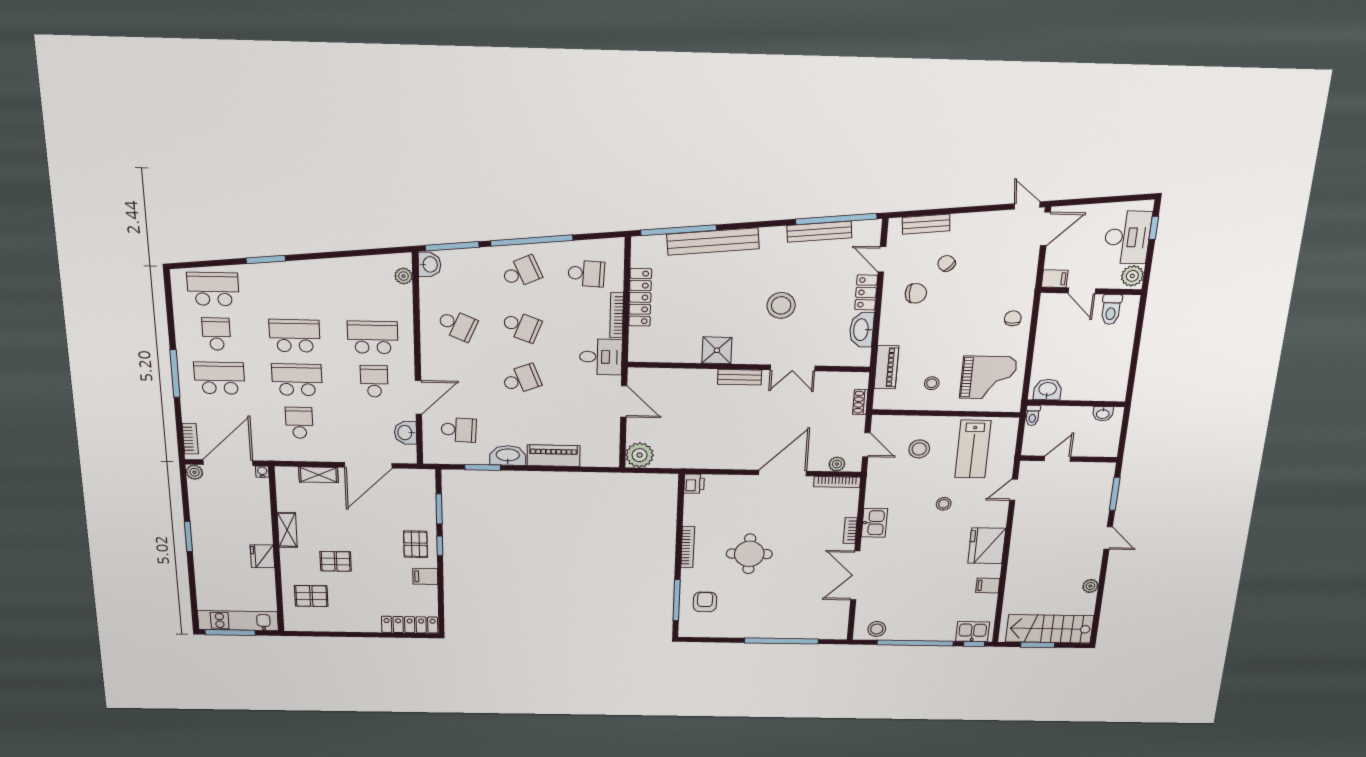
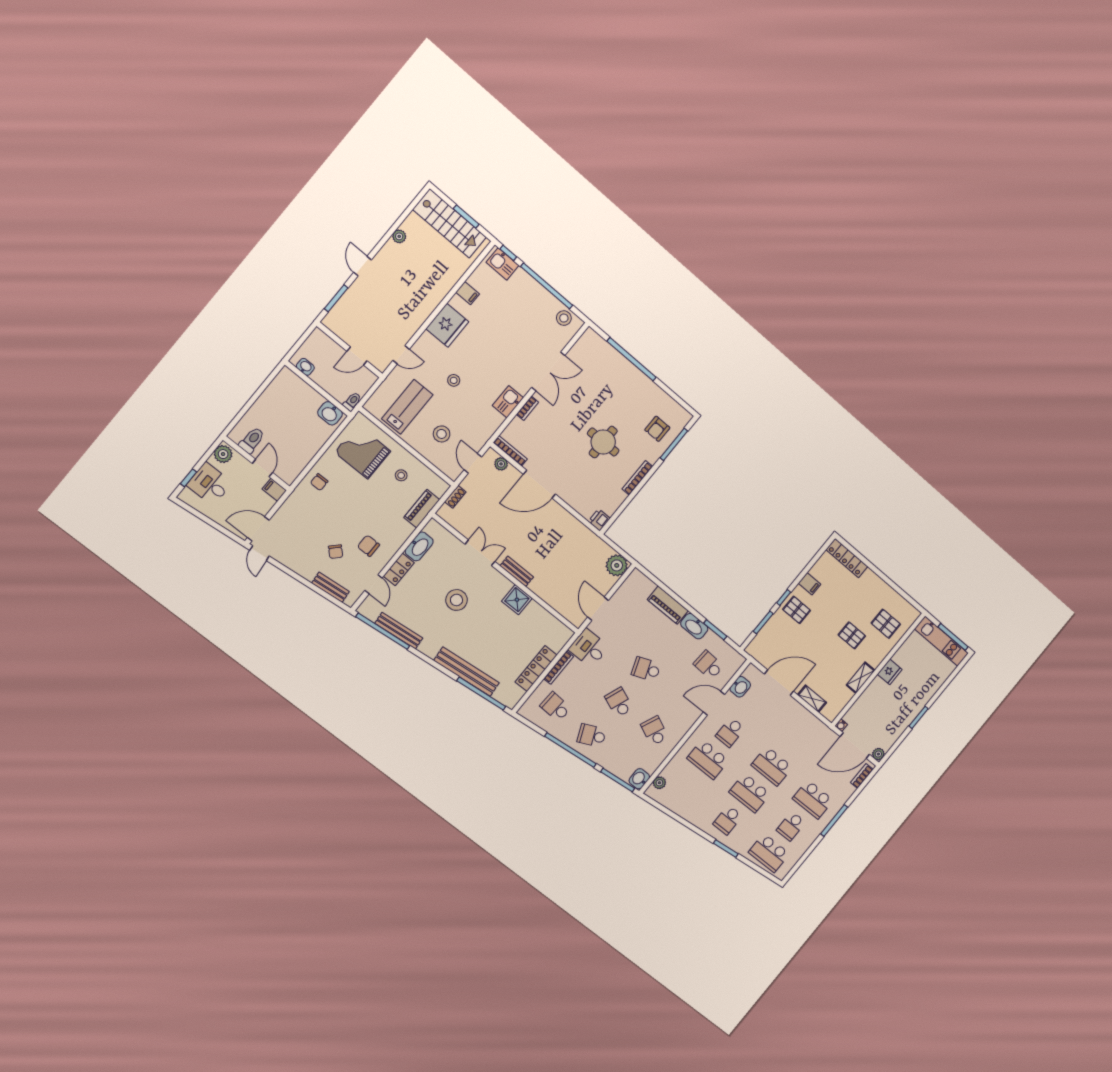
desk: (1127, 237) -> (210, 484), width x0.73
school desk: (299, 423) -> (728, 820), moved
pallet: (416, 544) -> (797, 610), turned 90

